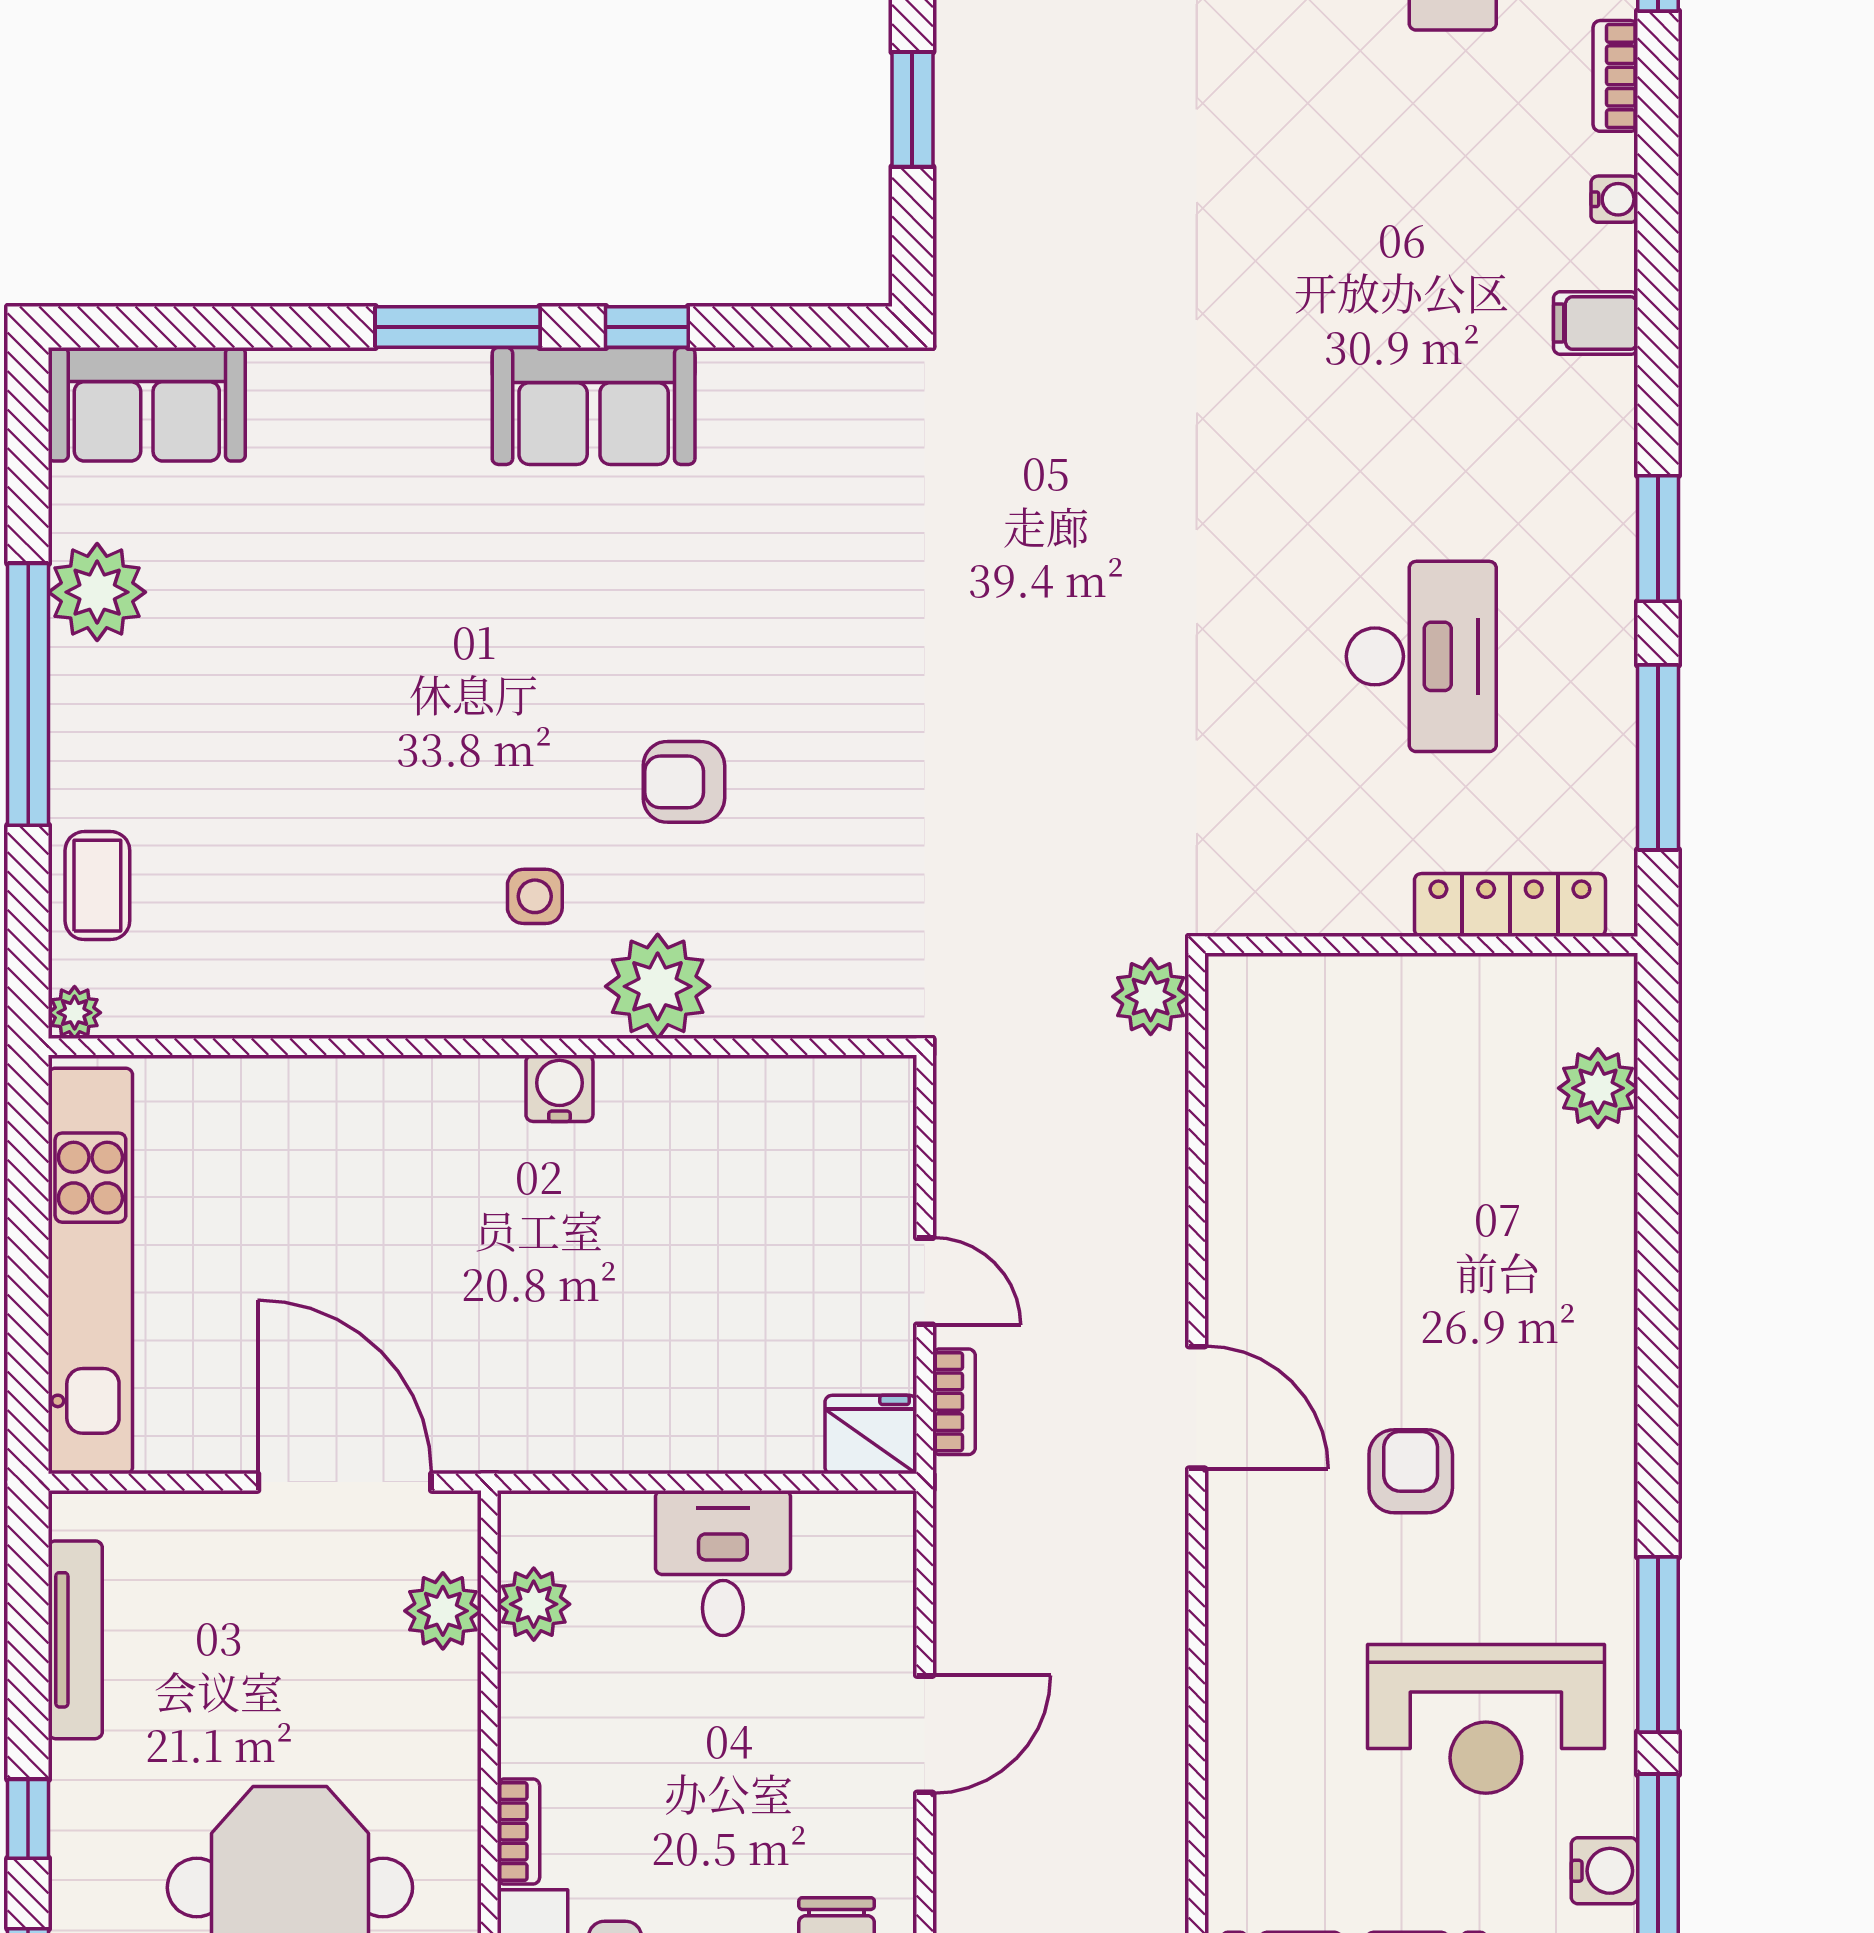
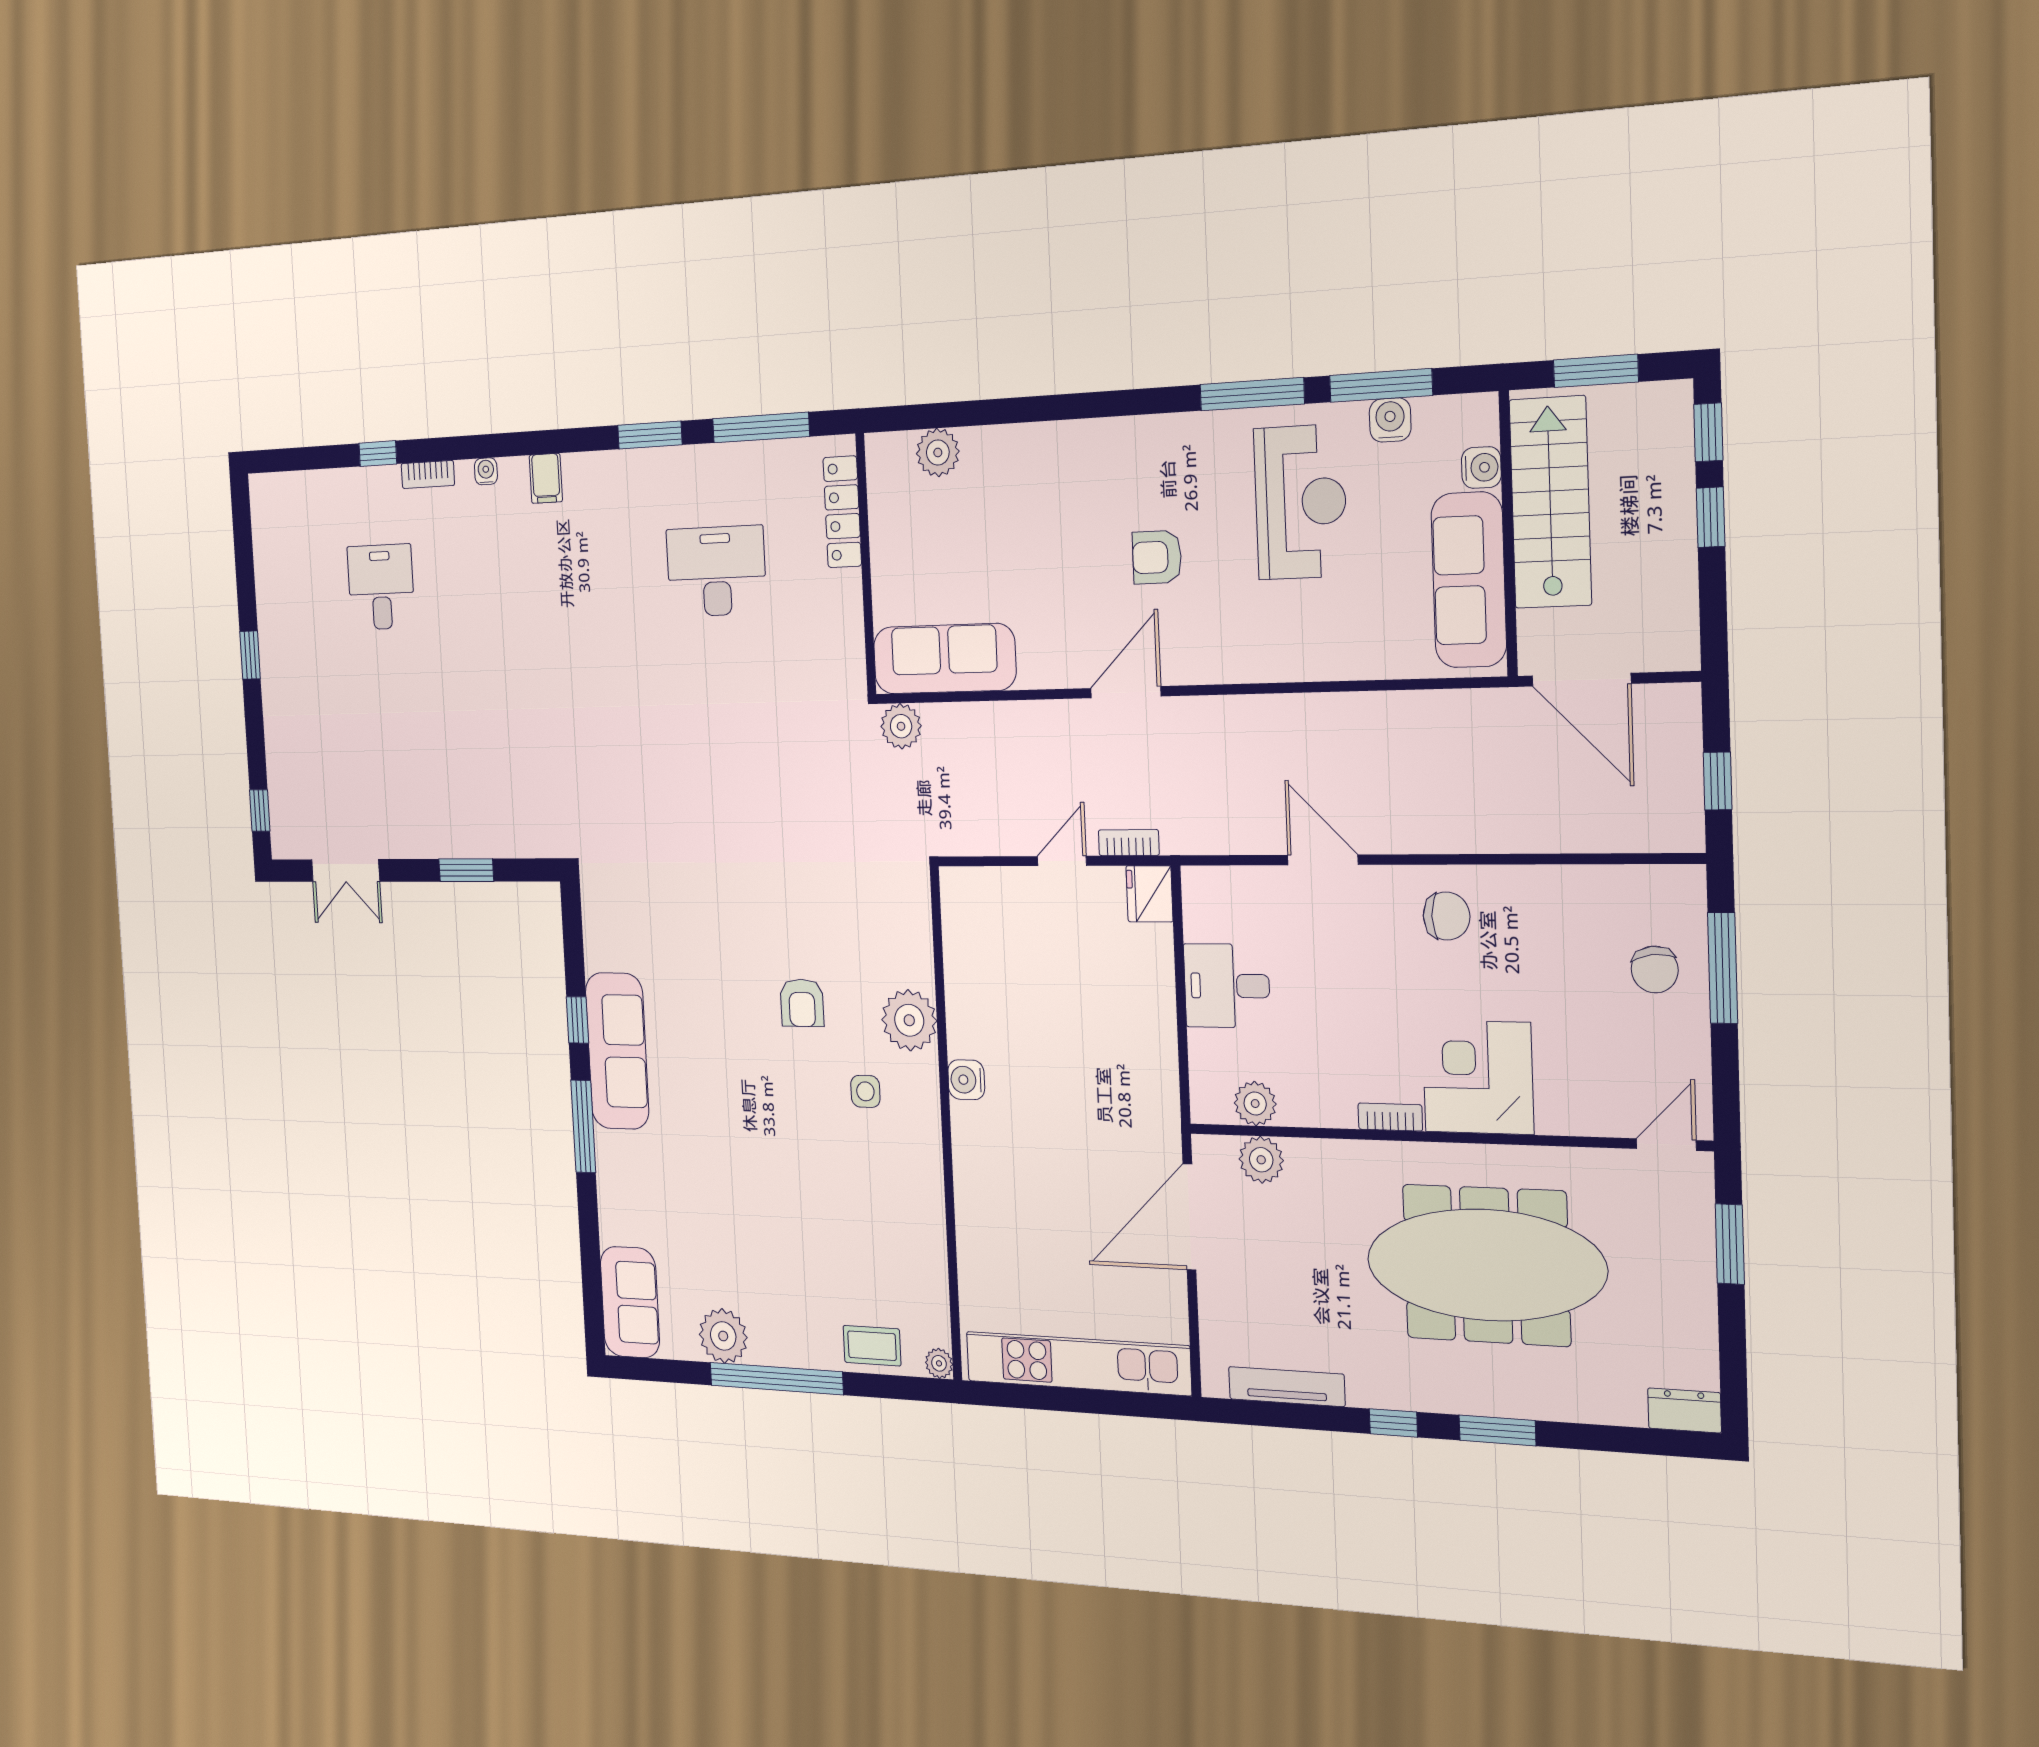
sofa: (594, 406) -> (617, 1051), width x1.36
sofa: (1260, 1083) -> (944, 659), added

